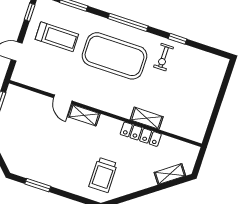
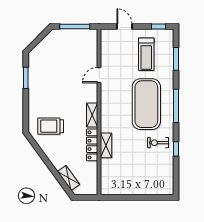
shelving: (84, 115) -> (92, 115), moved

